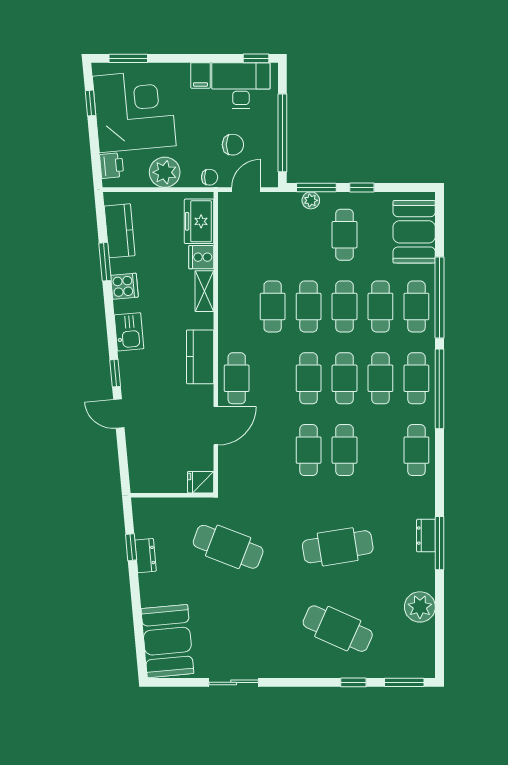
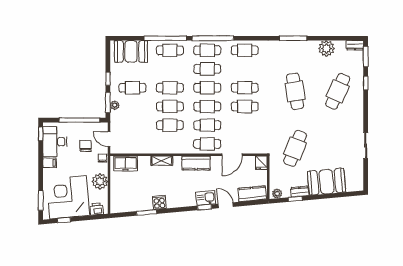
kitchen counter: (120, 231) -> (252, 194), moved
cooker: (201, 257) -> (144, 162), removed
cafe table: (380, 307) -> (207, 125), moved
kitchen sink: (129, 332) -> (206, 198), moved
door: (119, 414) -> (226, 205), swing flipped
door: (216, 426) -> (232, 155), swing flipped
plant: (141, 512) -> (277, 194), added
dresser: (426, 536) -> (355, 45), moved
booth: (167, 641) -> (327, 182), moved

